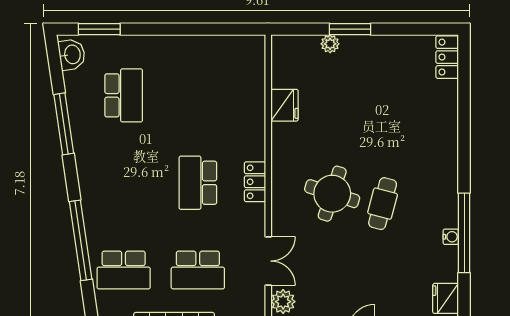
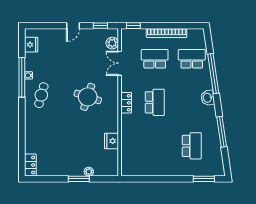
washbasin: (72, 55) -> (208, 98), moved
school desk: (124, 95) -> (192, 146), turned 180
cafe table: (383, 204) -> (41, 95), moved

